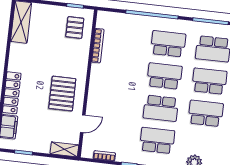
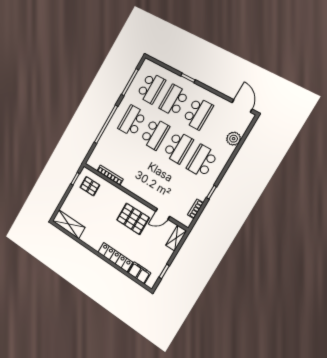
school desk: (164, 76) -> (155, 134), turned 180
school desk: (206, 113) -> (198, 113), turned 180
door: (83, 124) -> (163, 214), swing flipped

